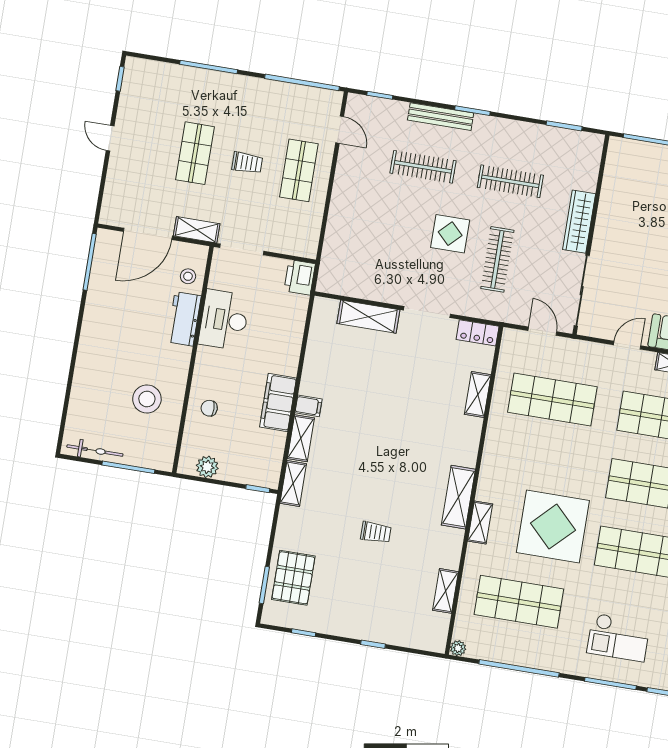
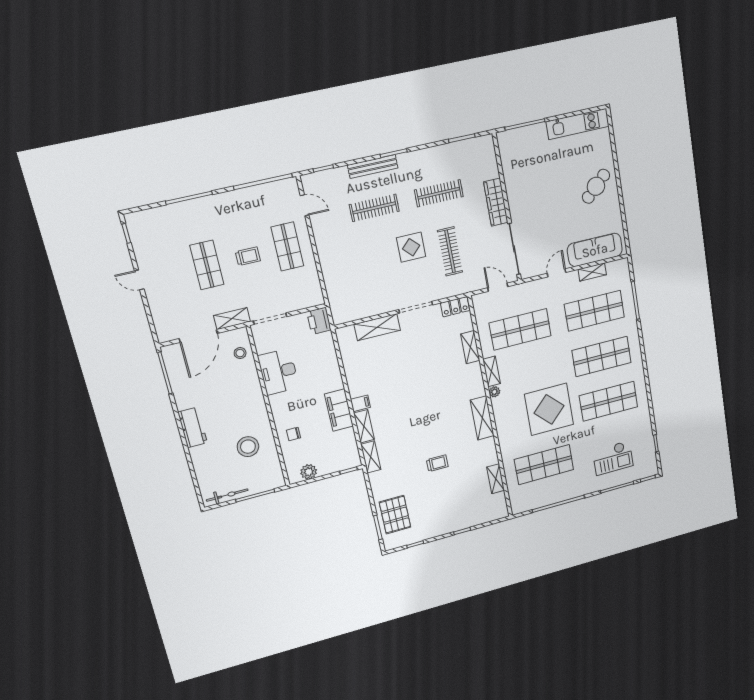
workbench: (184, 319) -> (193, 427), moved, turned 180
shelving: (480, 523) -> (492, 371), moved
plant: (458, 648) -> (494, 392), moved

